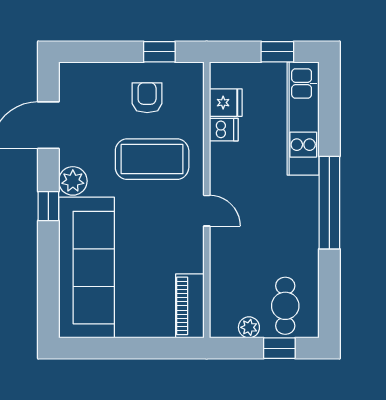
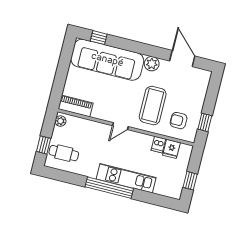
armchair: (147, 98) -> (179, 121), moved, turned 180
kitchen unit: (303, 119) -> (126, 178), moved
window: (48, 206) -> (99, 38), moved
plant: (249, 327) -> (60, 121), moved

